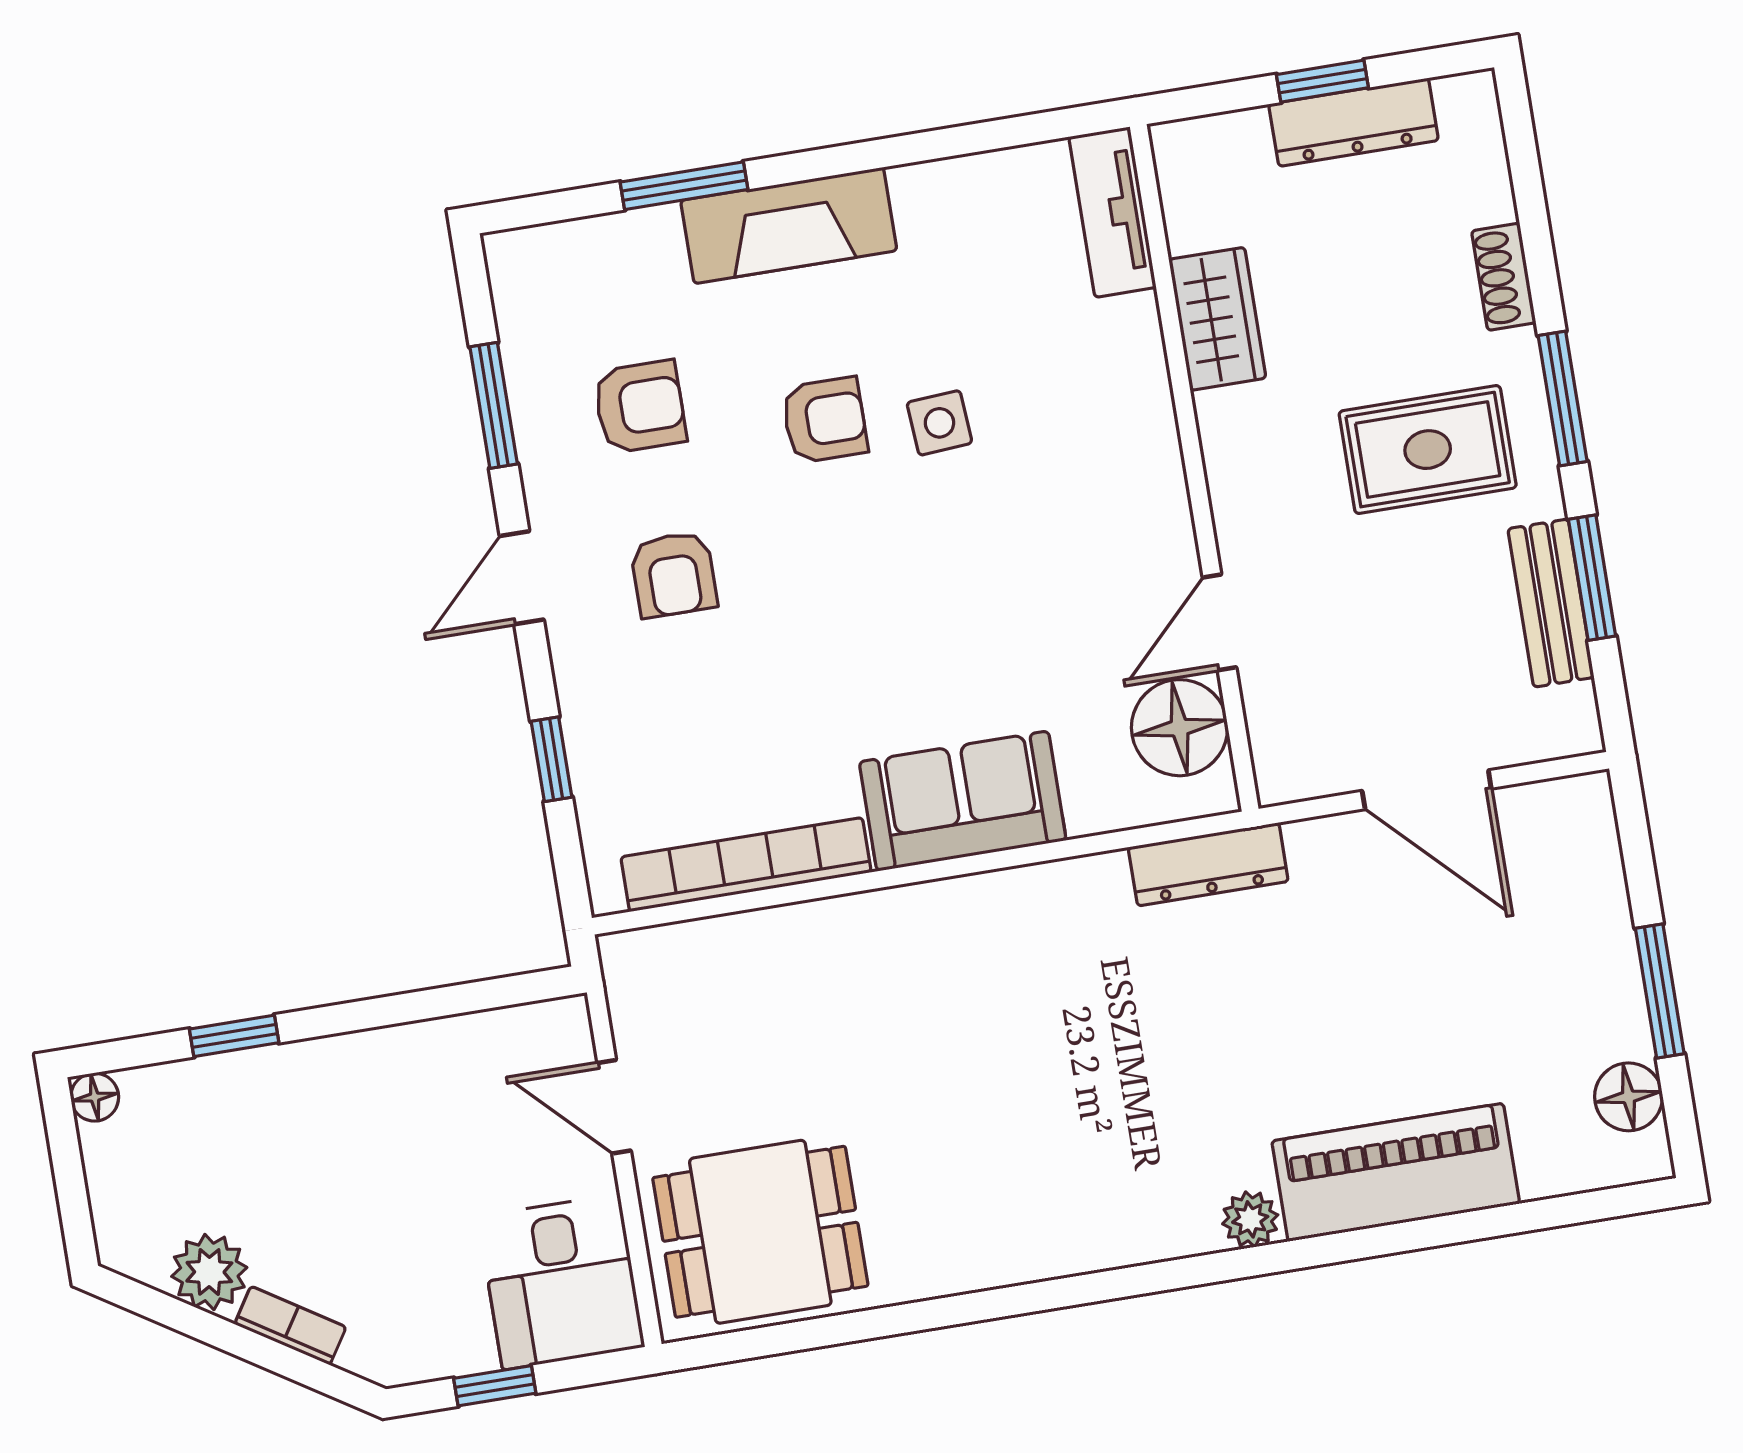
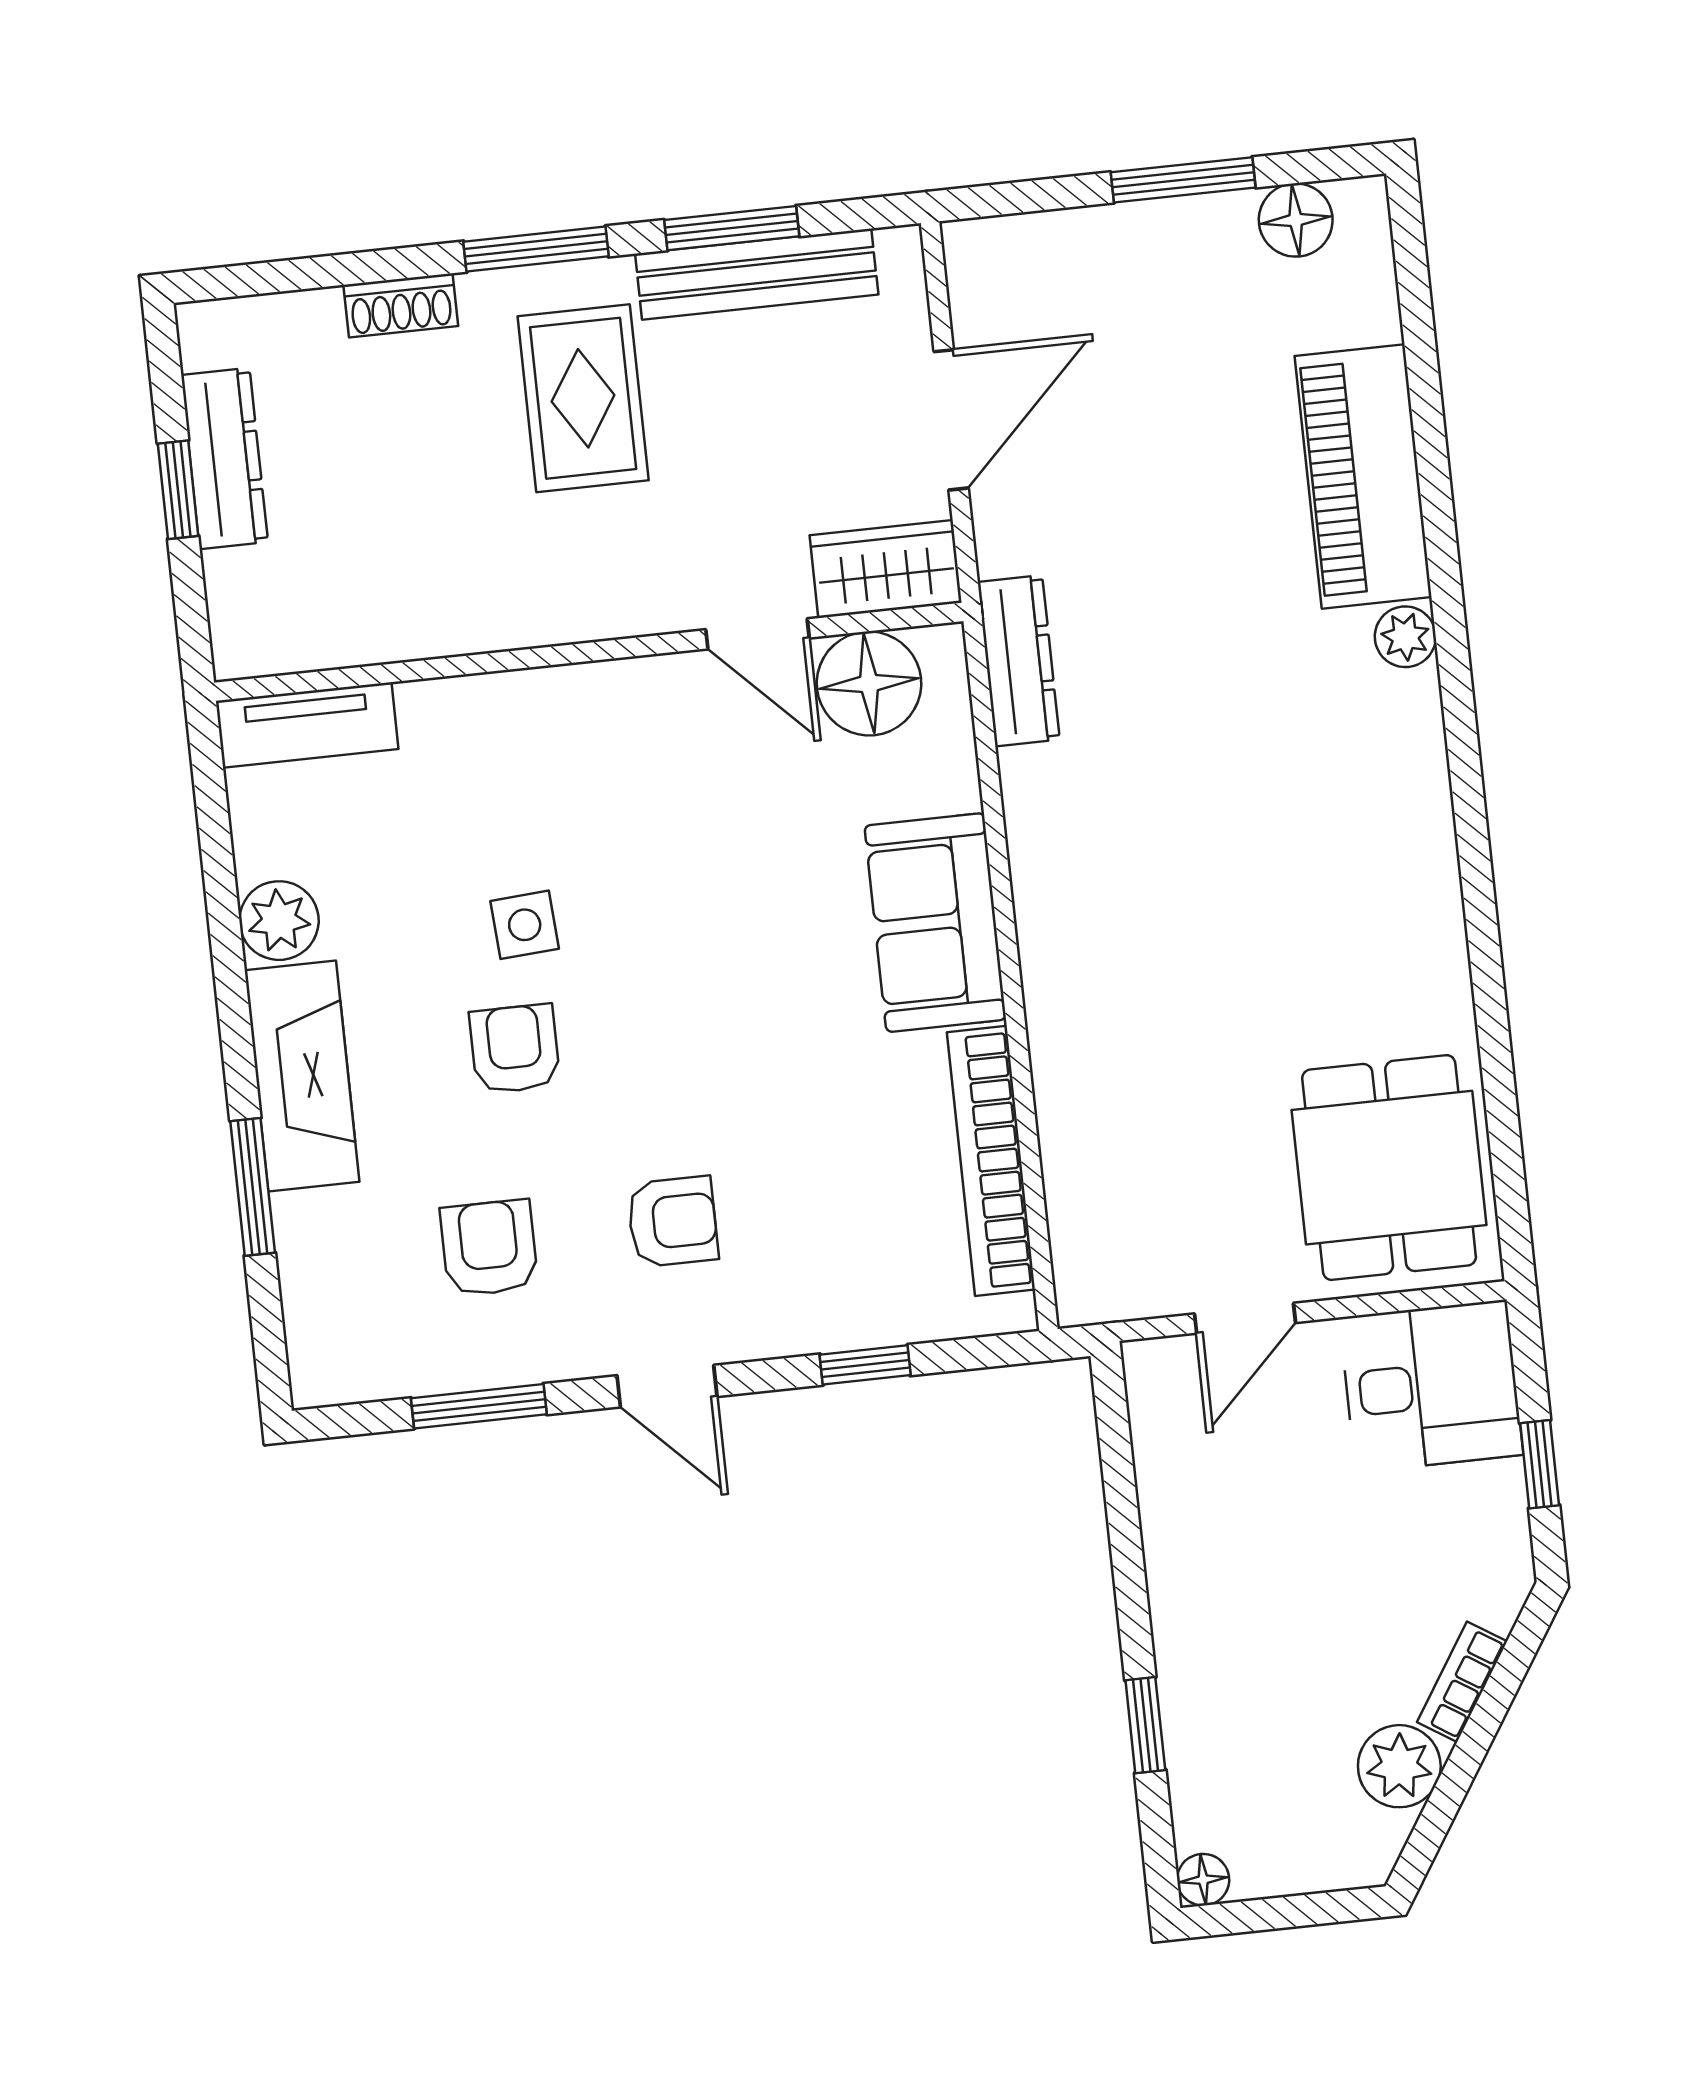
plant: (931, 196) -> (279, 921), added
wardrobe: (1217, 319) -> (886, 569), moved
bench: (1551, 603) -> (757, 274), width x1.36

